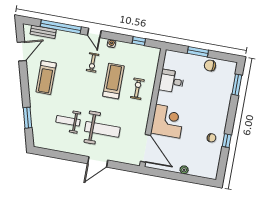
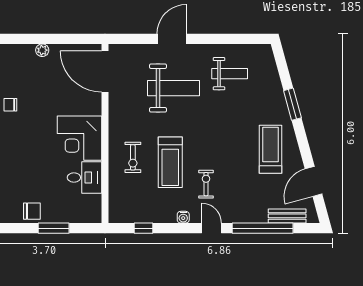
window: (28, 118) -> (292, 104), moved
weight bench: (68, 121) -> (230, 74), moved
corner desk: (168, 121) -> (79, 138), moved
weight bench: (102, 129) -> (174, 88), turned 180

